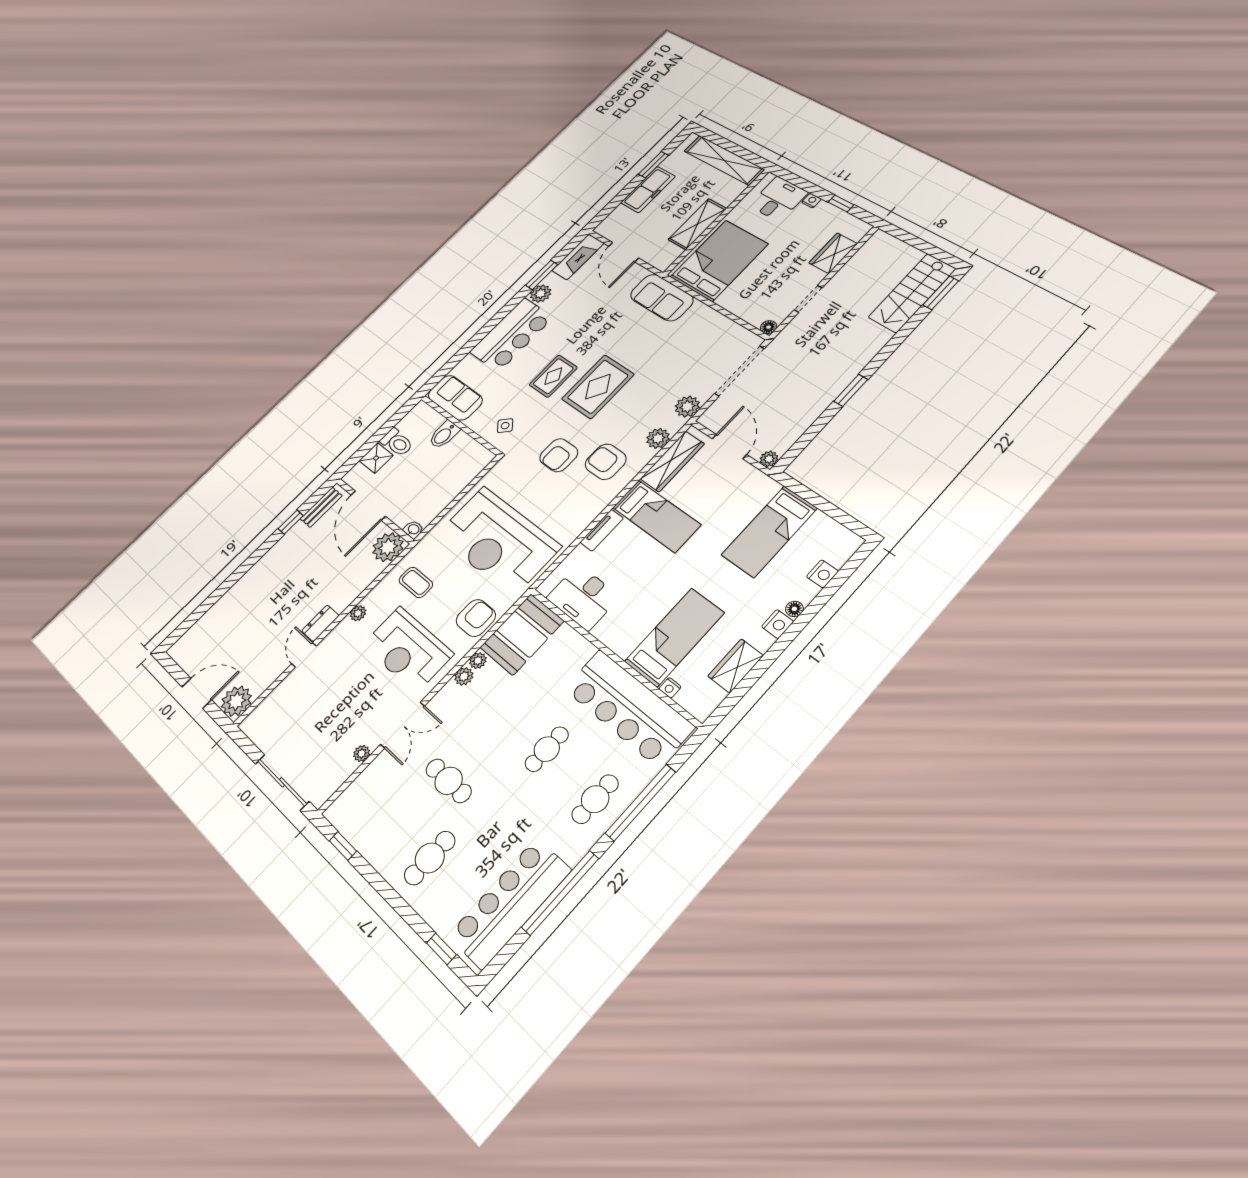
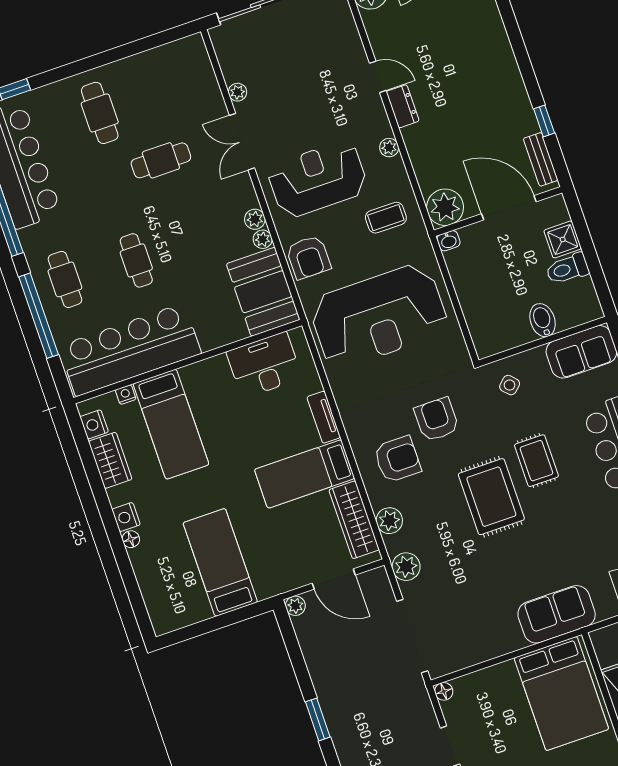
reception desk: (498, 541) -> (379, 316), turned 180
nightstand: (822, 574) -> (94, 424), moved
window: (343, 846) -> (158, 40), removed

